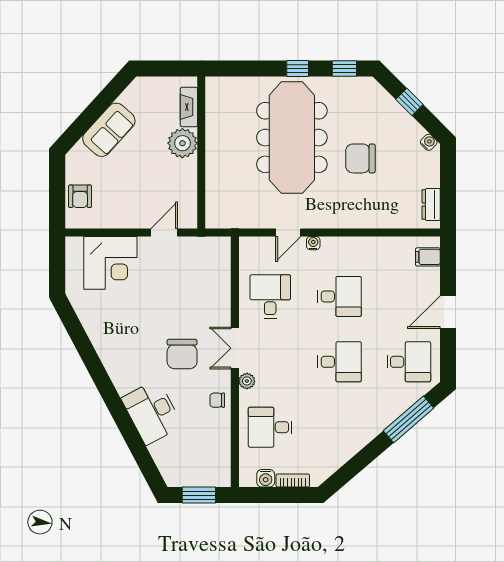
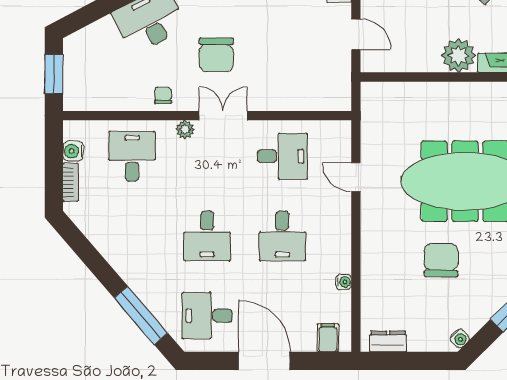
water cooler: (313, 243) -> (344, 282), moved
door: (448, 312) -> (264, 361), width x1.36
chair: (182, 354) -> (216, 55), turned -90
desk: (409, 362) -> (207, 316), turned 90

